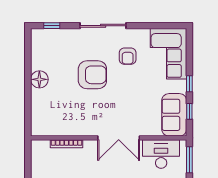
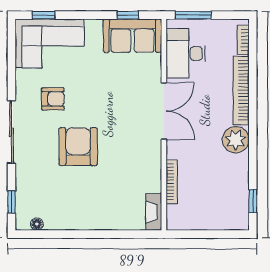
floor lamp: (39, 79) -> (37, 224), moved, width x0.53, depth x0.53
window: (189, 84) -> (43, 15), moved
fireplace: (44, 130) -> (154, 212), added

